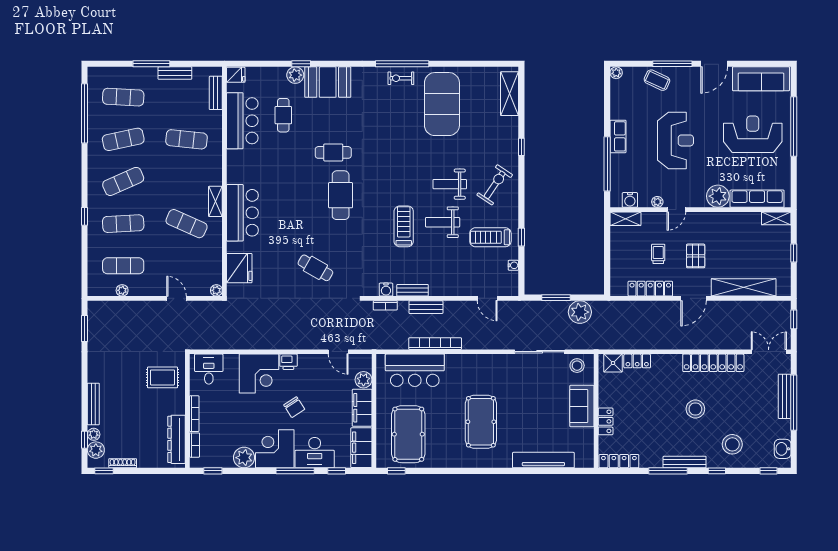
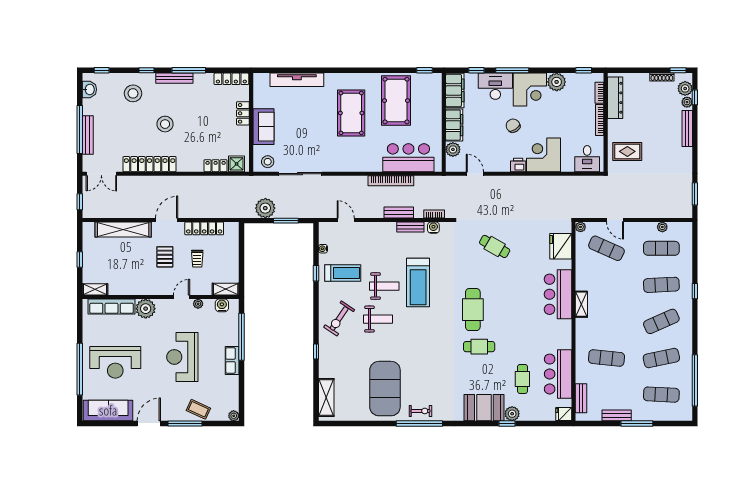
exercise mat: (187, 224) -> (606, 248), moved
treadmill: (404, 226) -> (418, 282), width x1.37, depth x1.38
pool table: (408, 434) -> (396, 101), moved

